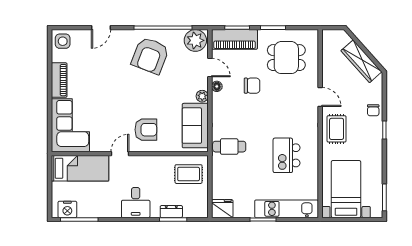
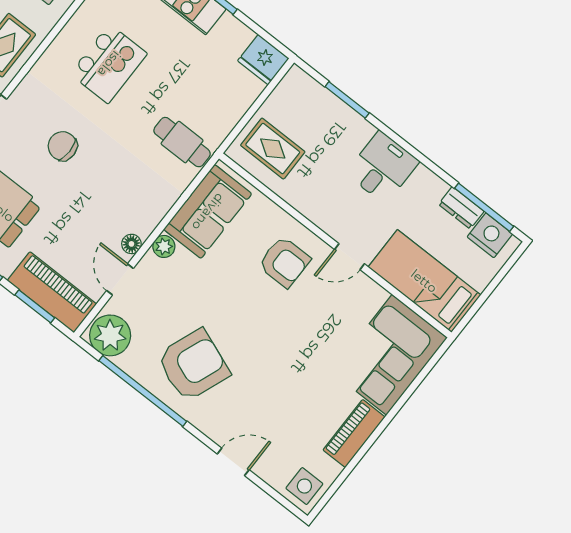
chair: (252, 86) -> (63, 146), moved
armchair: (146, 130) -> (284, 262), turned 180
dresser: (171, 212) -> (461, 208), moved

